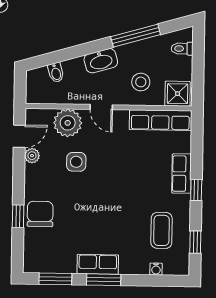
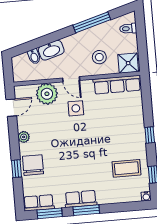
washbasin: (101, 61) -> (51, 50), moved
plant: (32, 156) -> (24, 137), moved
side table: (76, 162) -> (76, 108), moved
row of seats: (182, 174) -> (39, 203), moved, turned 90
coffee table: (161, 230) -> (126, 168), turned 90
water cooler: (156, 269) -> (146, 196), moved

